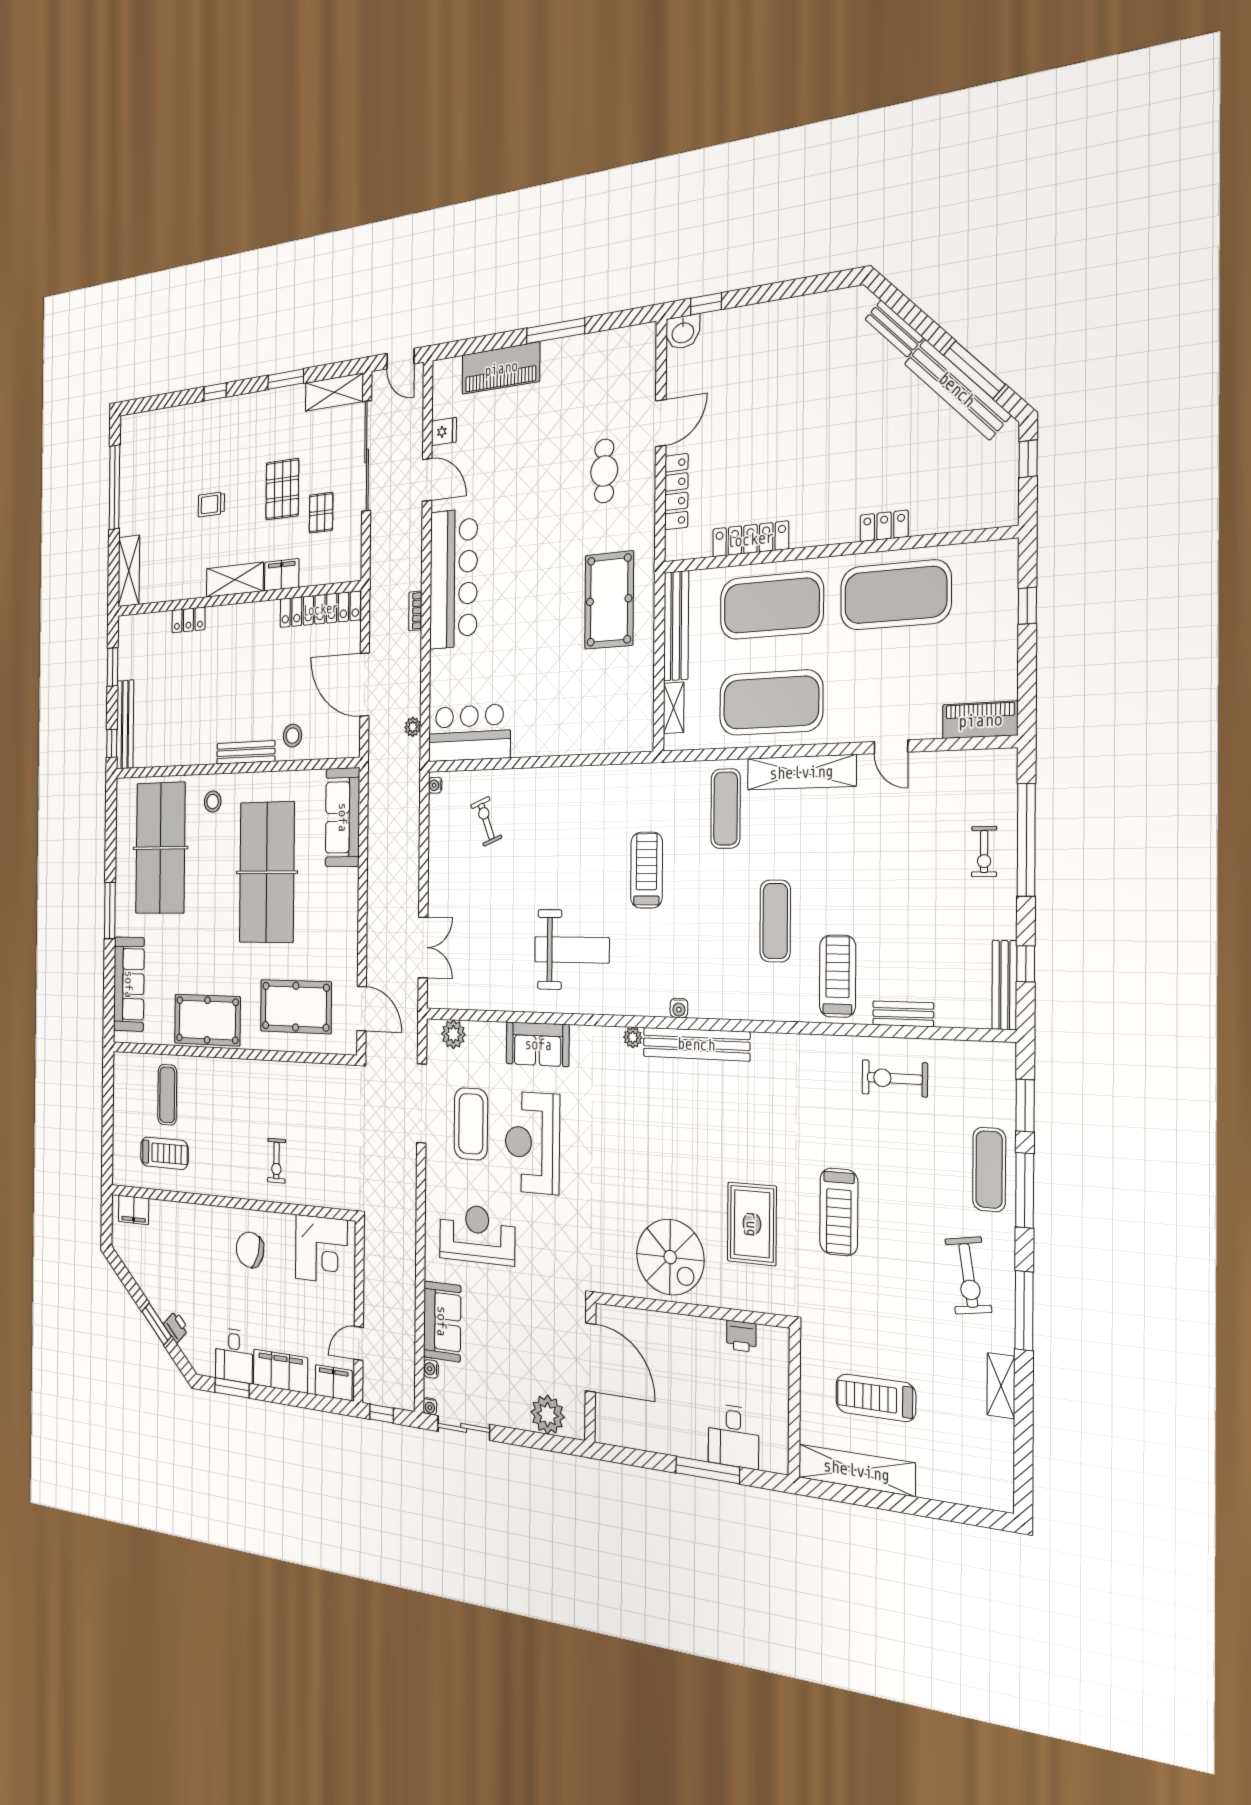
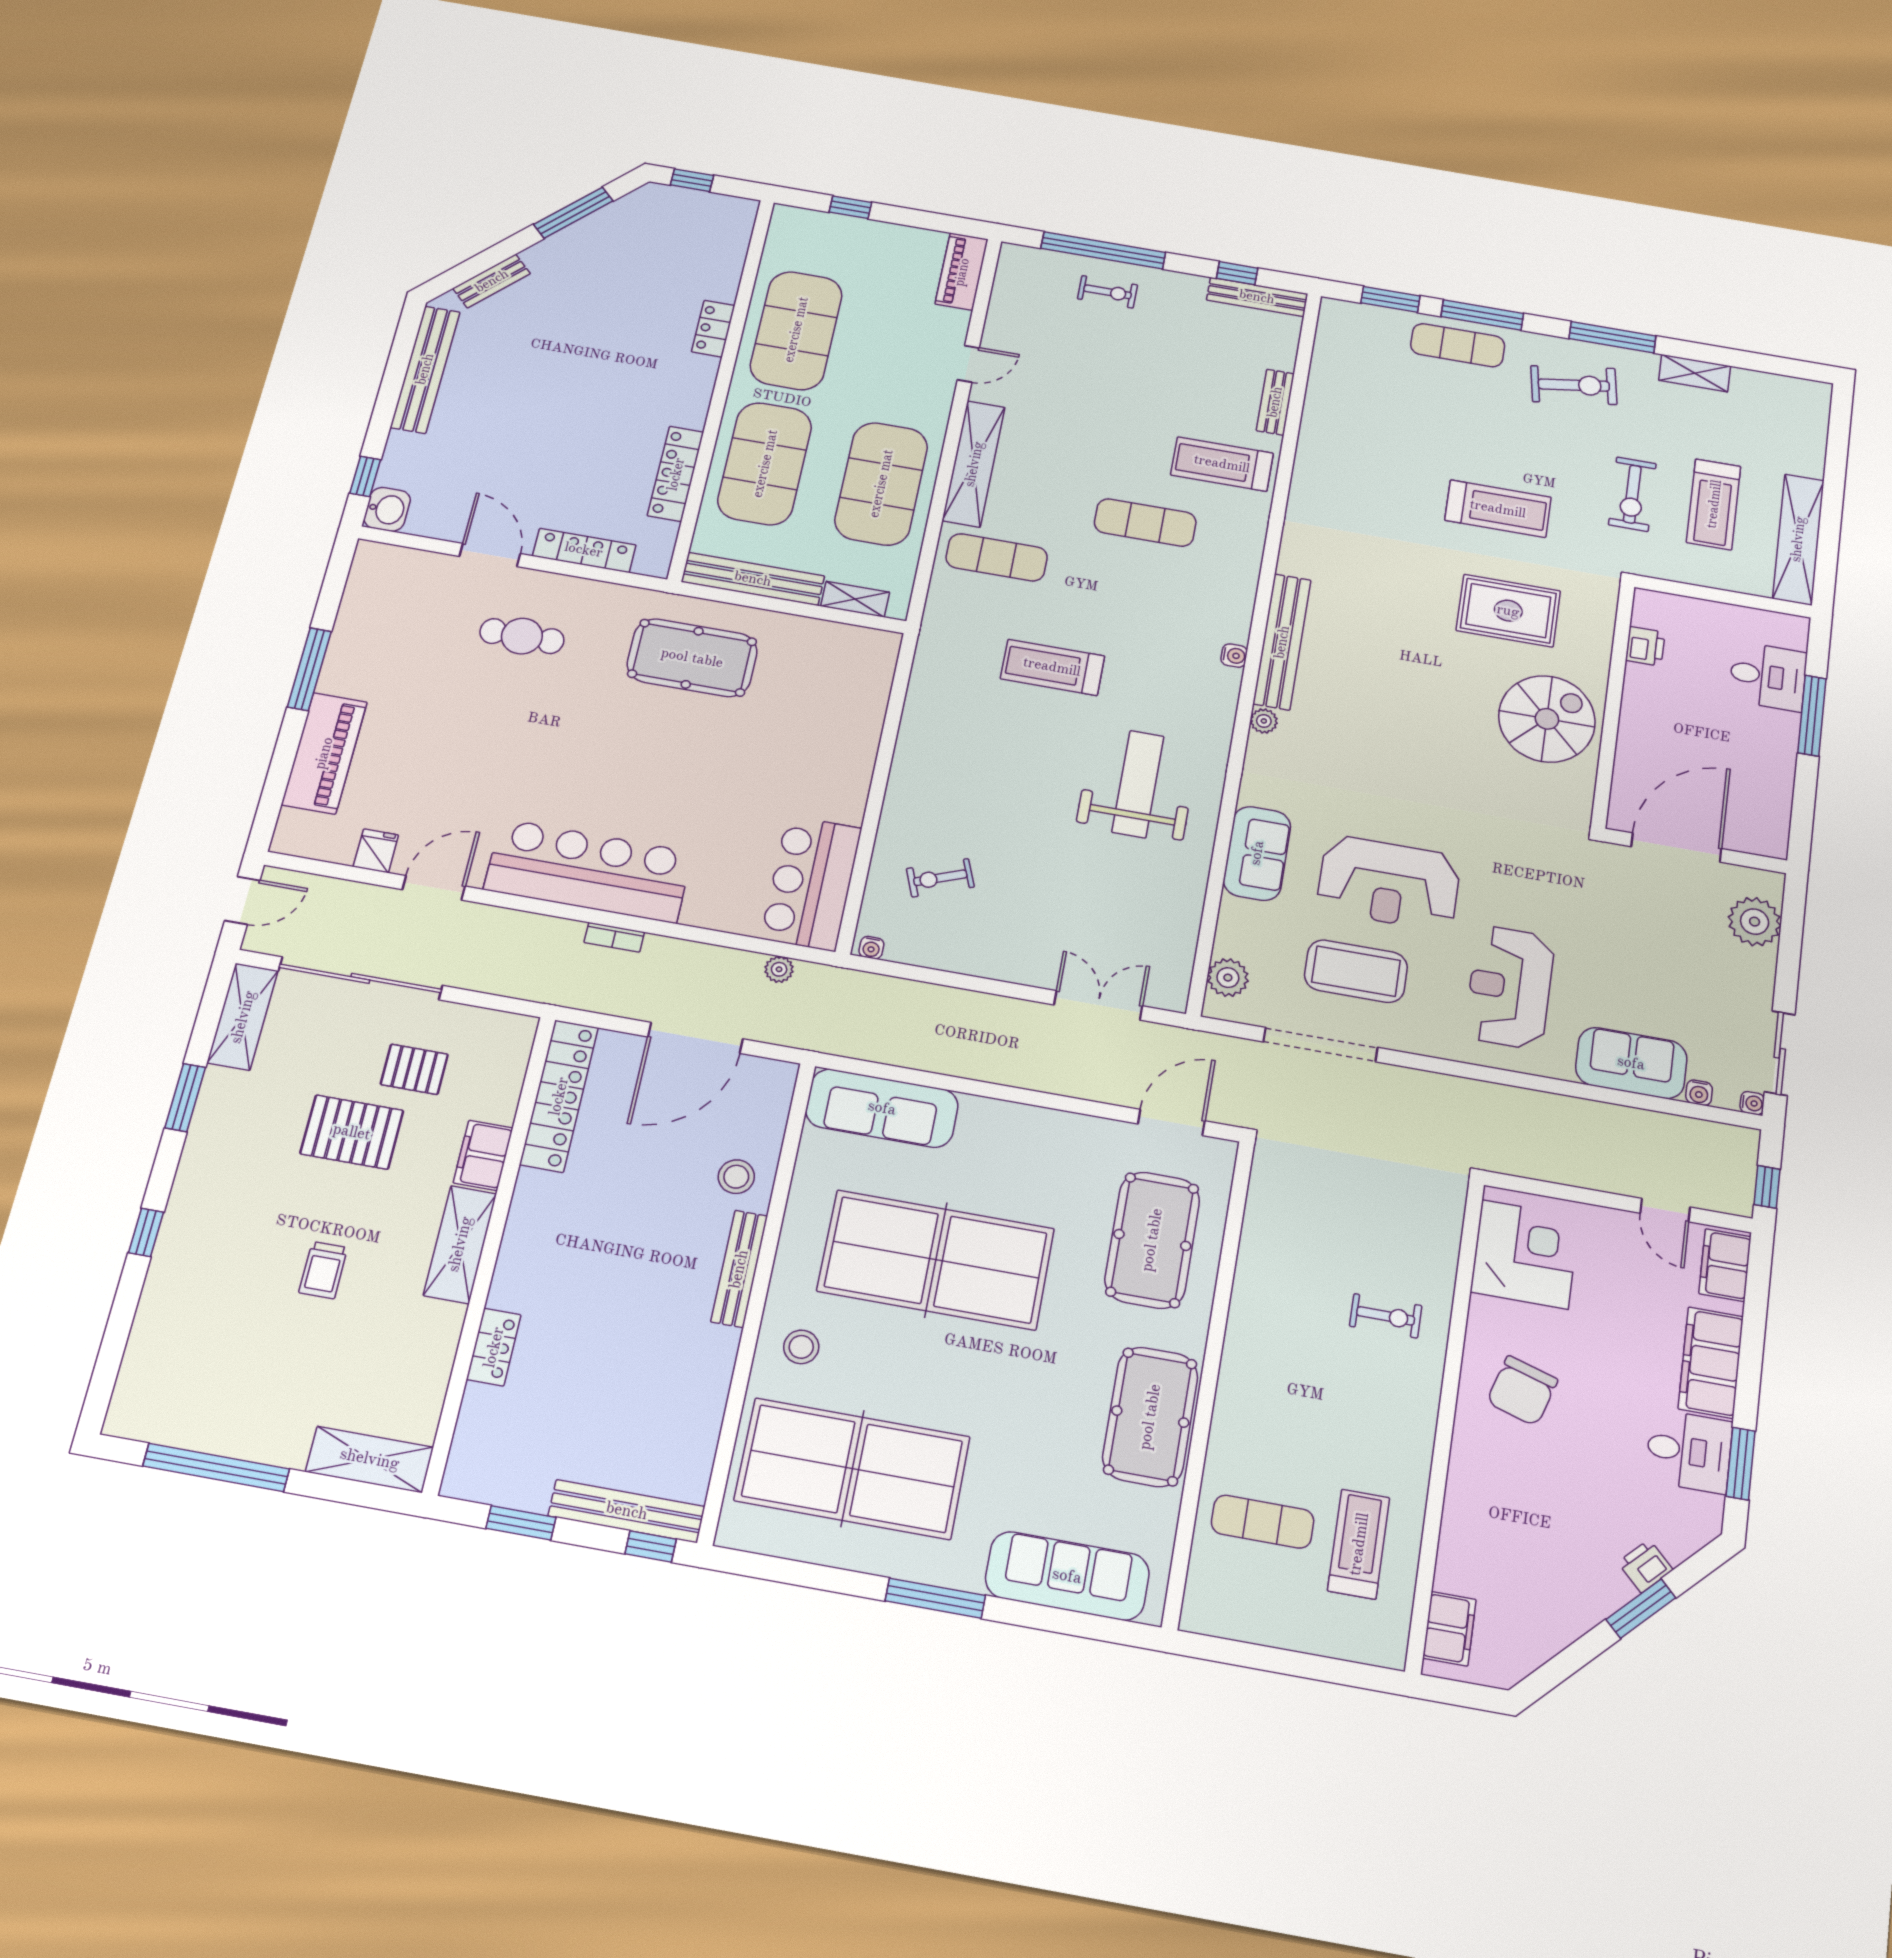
bench: (957, 389) -> (425, 369), moved, turned -45
exercise bike: (895, 1078) -> (1632, 494), moved

